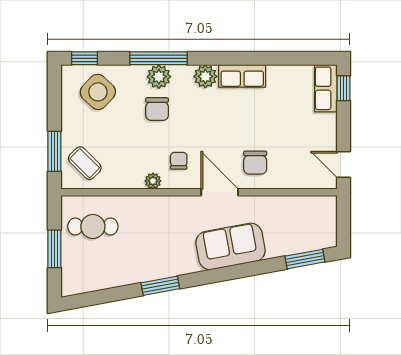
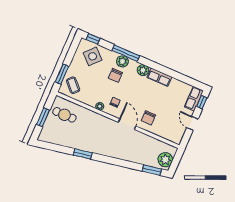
door: (344, 164) -> (192, 123), moved
plant: (322, 228) -> (165, 160), added
sofa: (231, 246) -> (121, 150), removed

